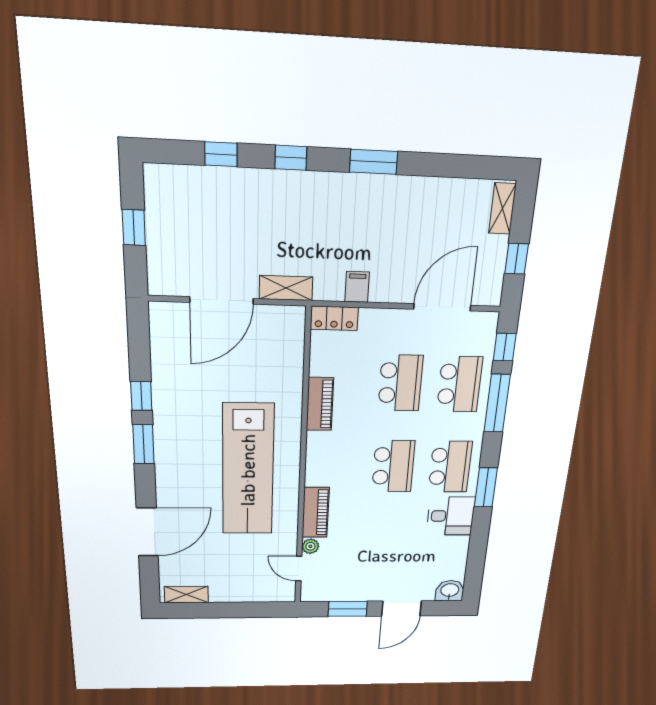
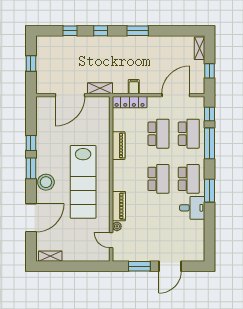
locker: (334, 318) -> (130, 102), width x1.53
stool: (175, 470) -> (46, 182), added
washbasin: (450, 591) -> (197, 255), removed

